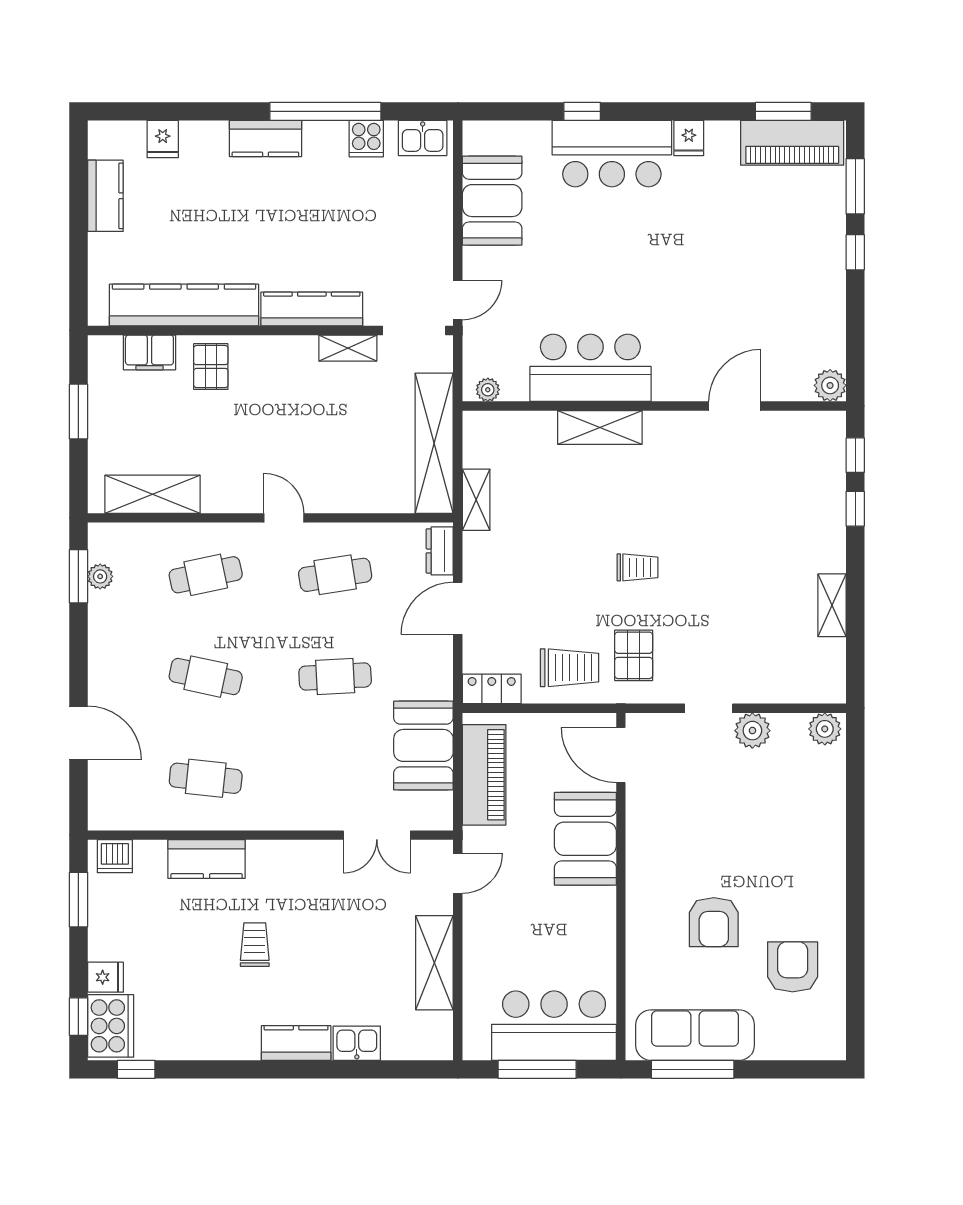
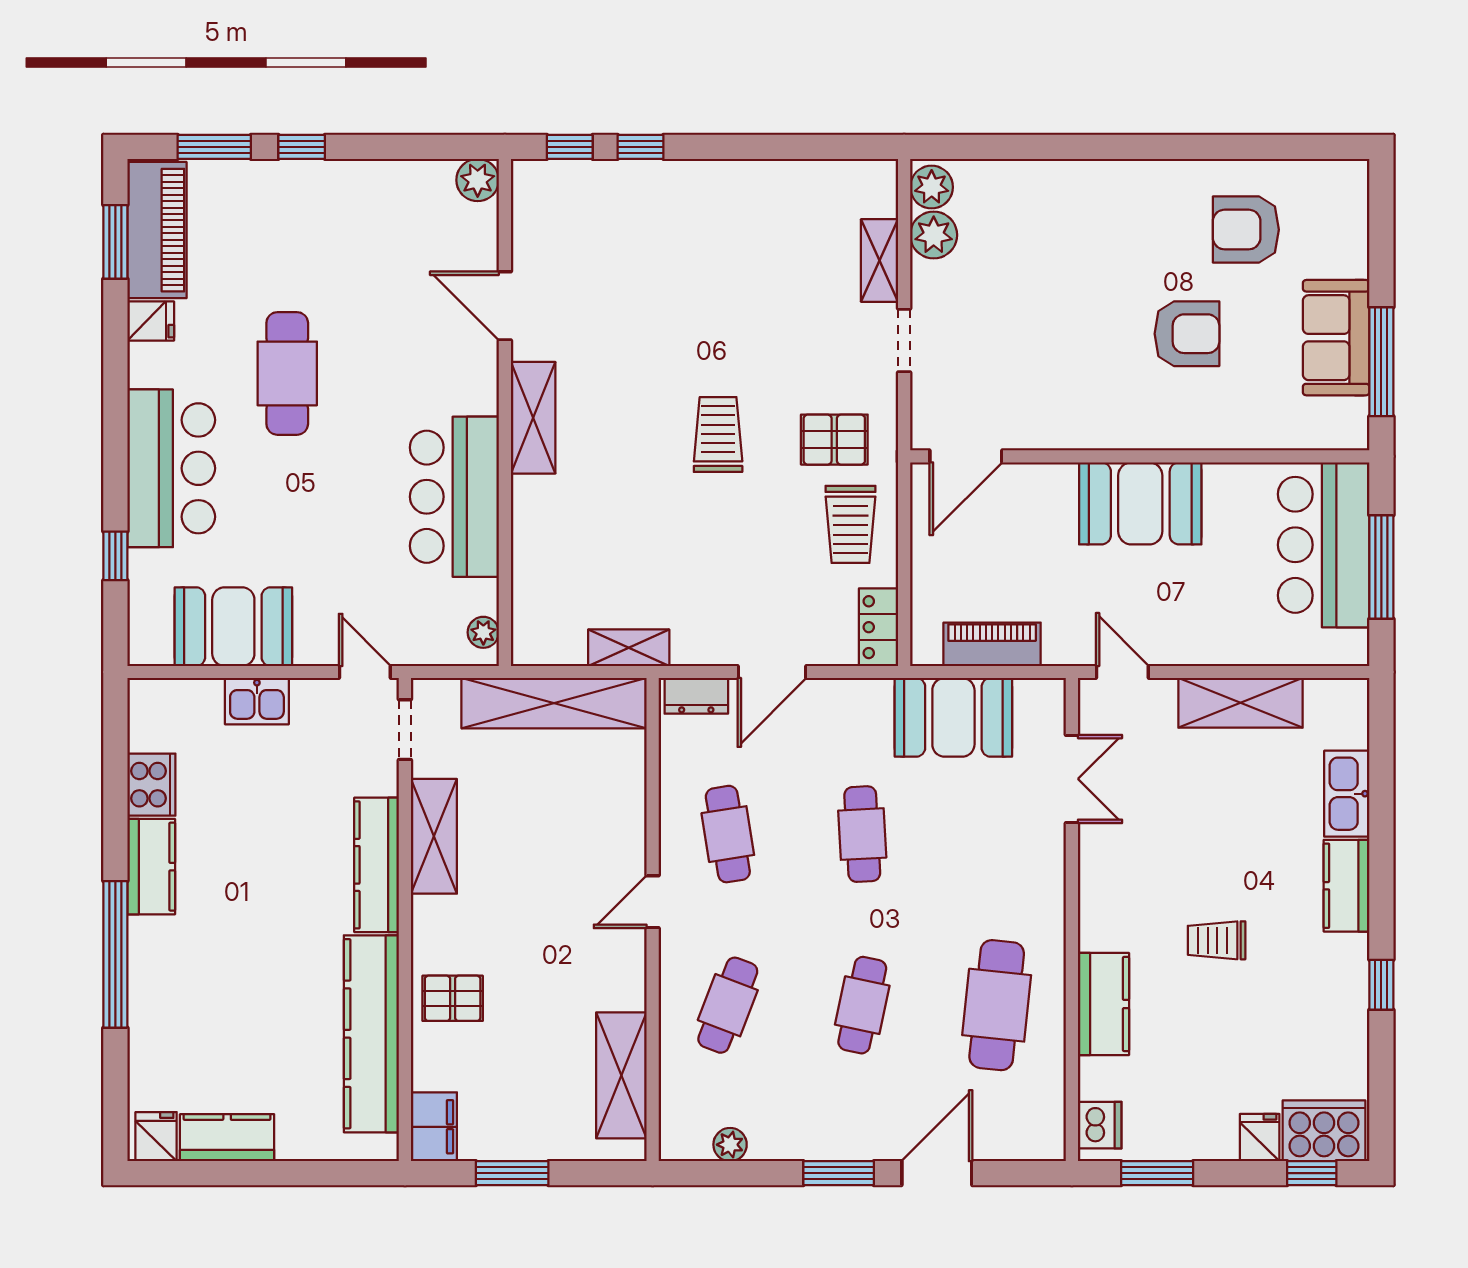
window: (325, 111) -> (115, 954), moved
window: (582, 111) -> (115, 556), moved
kitchen counter: (265, 138) -> (151, 867), moved
kitchen sink: (423, 138) -> (257, 701), moved, turned 90
fridge: (689, 138) -> (151, 321), moved
fridge: (163, 139) -> (156, 1137), moved, turned -90
cooker: (366, 139) -> (151, 785), width x1.36
cafe table: (684, 241) -> (287, 373), added
doorway: (414, 330) -> (405, 730), width x0.73
shelving: (348, 348) -> (434, 836), width x1.50, depth x1.33
filing cabinet: (149, 352) -> (434, 1127), moved
shelving: (600, 427) -> (533, 418), moved
trolley: (637, 567) -> (718, 434), width x1.36, depth x1.39
cafe table: (206, 575) -> (728, 1005), turned 33
window: (78, 576) -> (839, 1173), moved
shelving: (832, 605) -> (880, 261), moved, turned 90
door: (458, 608) -> (772, 672), hinge flipped
trolley: (569, 668) -> (851, 524), turned 180
plant: (752, 731) -> (934, 235), moved
piano: (484, 775) -> (992, 644), width x0.73, depth x0.75
cafe table: (206, 778) -> (997, 1005), width x1.37, depth x1.35
booth: (585, 839) -> (1140, 503), moved
sofa: (695, 1035) -> (1336, 338), width x0.73
kitchen sink: (357, 1043) -> (1347, 794), width x1.38
window: (136, 1069) -> (1381, 985), moved

